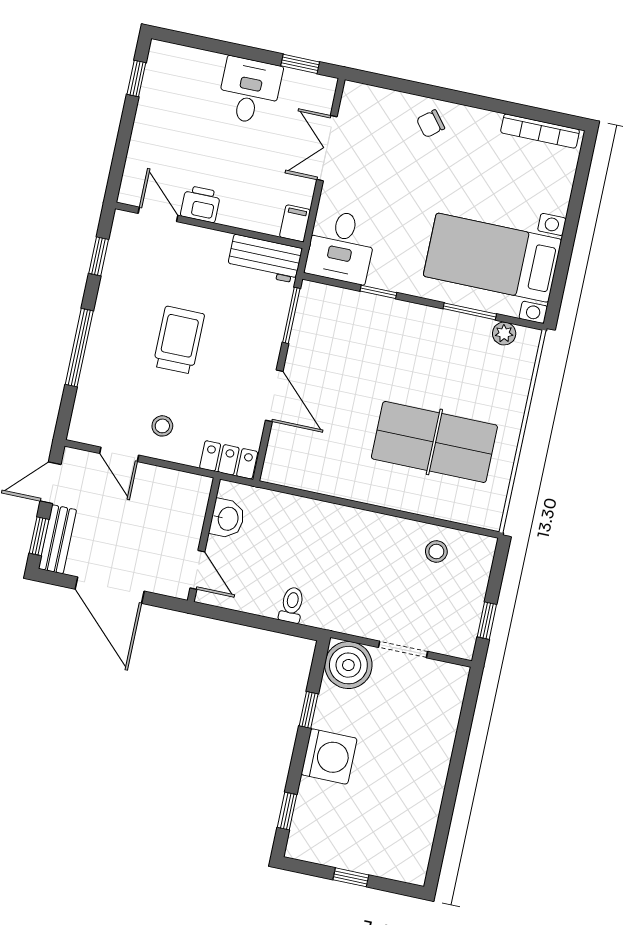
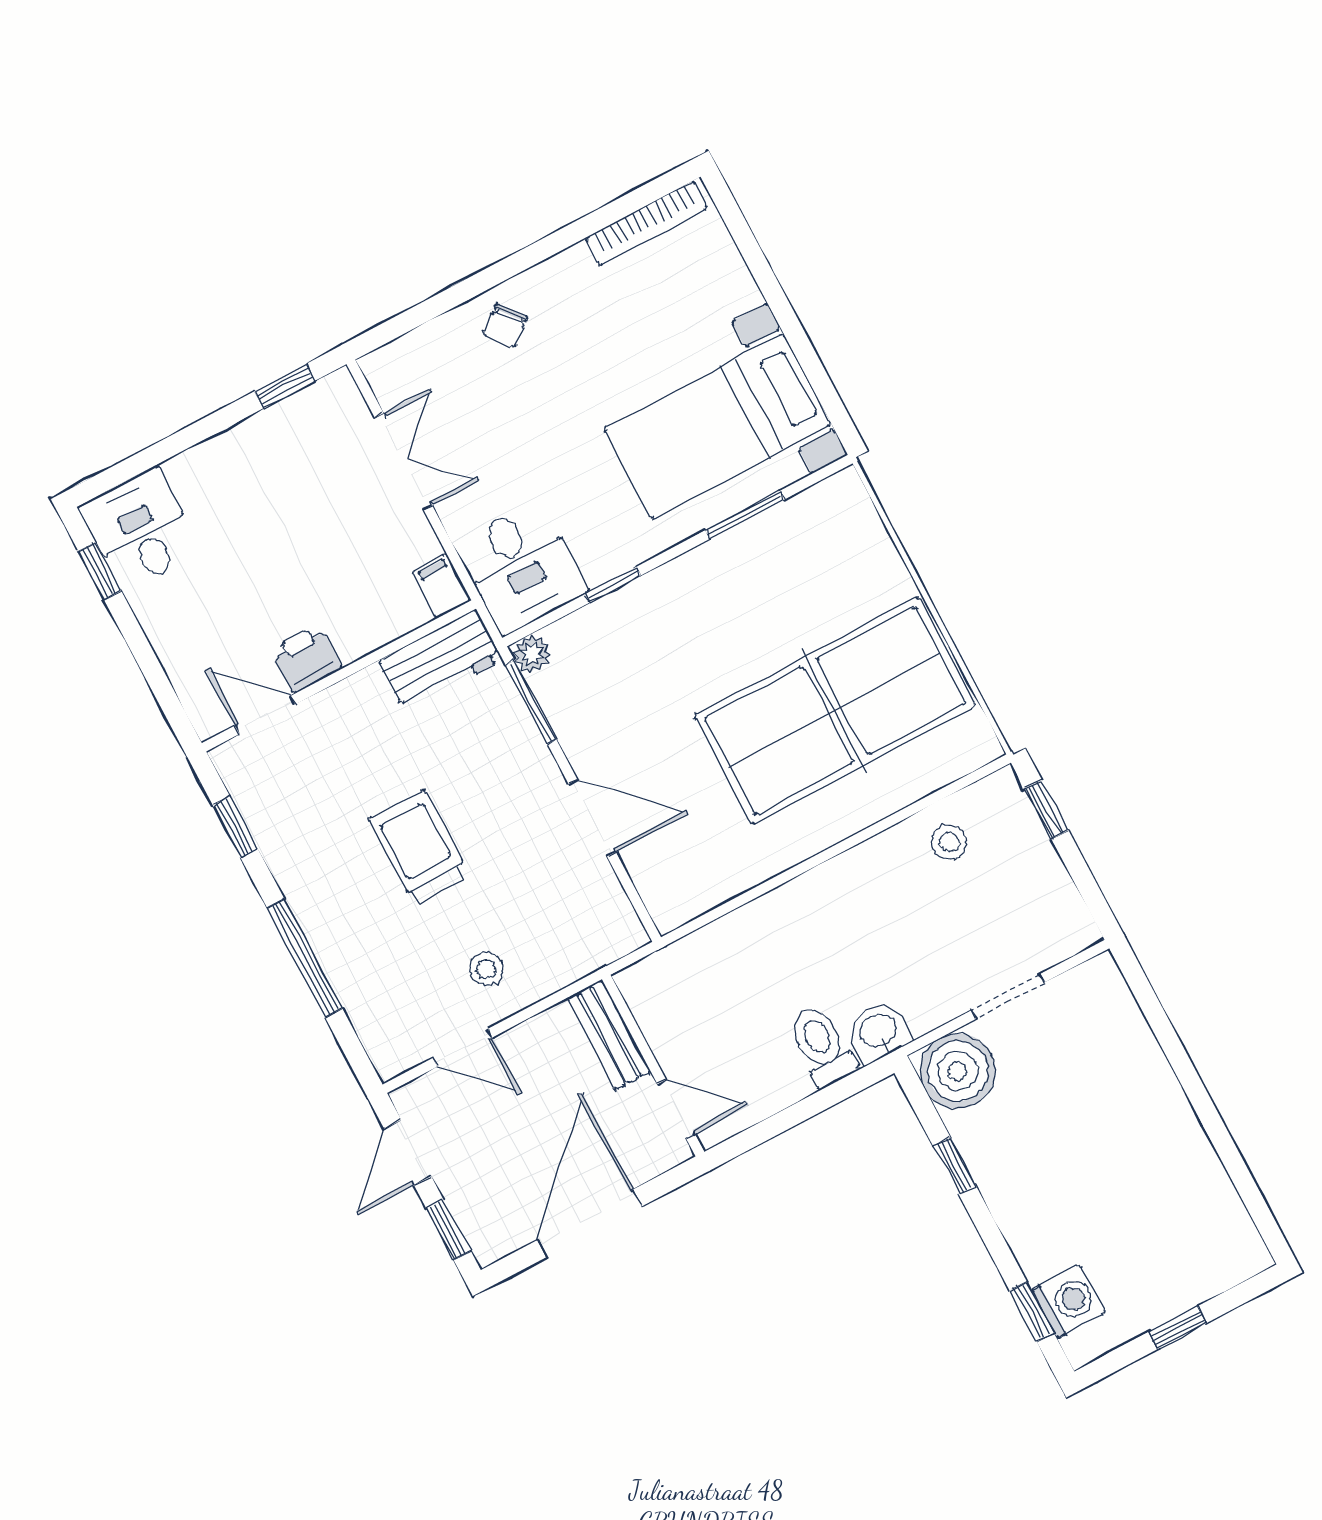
desk: (250, 91) -> (140, 529), moved
double door: (327, 148) -> (404, 462), swing flipped
plant: (504, 333) -> (532, 654), moved
table tennis table: (434, 442) -> (835, 711), width x1.36, depth x1.32
locker: (229, 460) -> (602, 943), removed
washbasin: (227, 519) -> (878, 1032), moved, turned -90
bench: (57, 539) -> (609, 1035), moved
door: (110, 590) -> (590, 1223), swing flipped
toilet: (292, 605) -> (822, 1046), width x1.37, depth x1.39
window: (487, 621) -> (1047, 810), moved
washing machine: (329, 756) -> (1068, 1302), moved, width x0.73, depth x0.73

